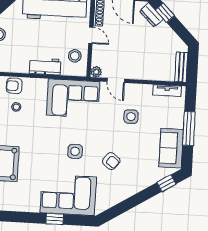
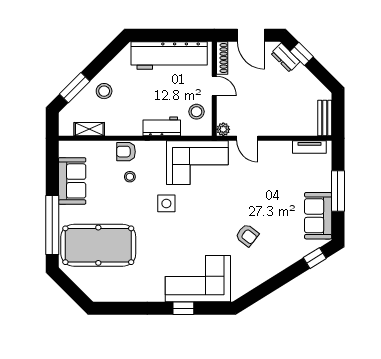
side table: (131, 117) -> (268, 181), removed
side table: (75, 151) -> (166, 203), moved

